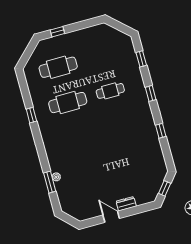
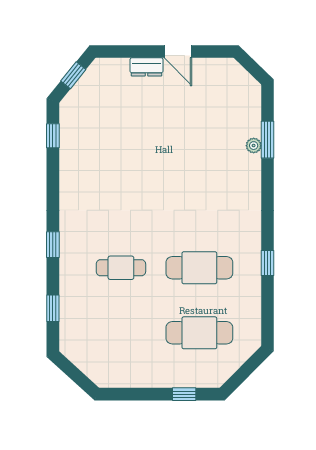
window: (161, 131) -> (53, 136), moved

